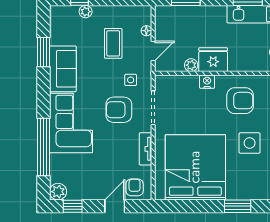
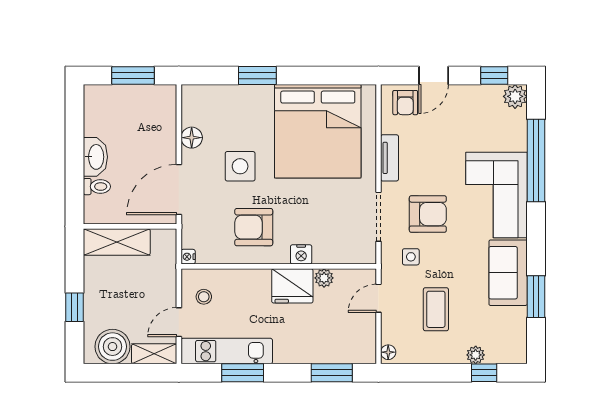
floor lamp: (146, 31) -> (388, 352), moved

